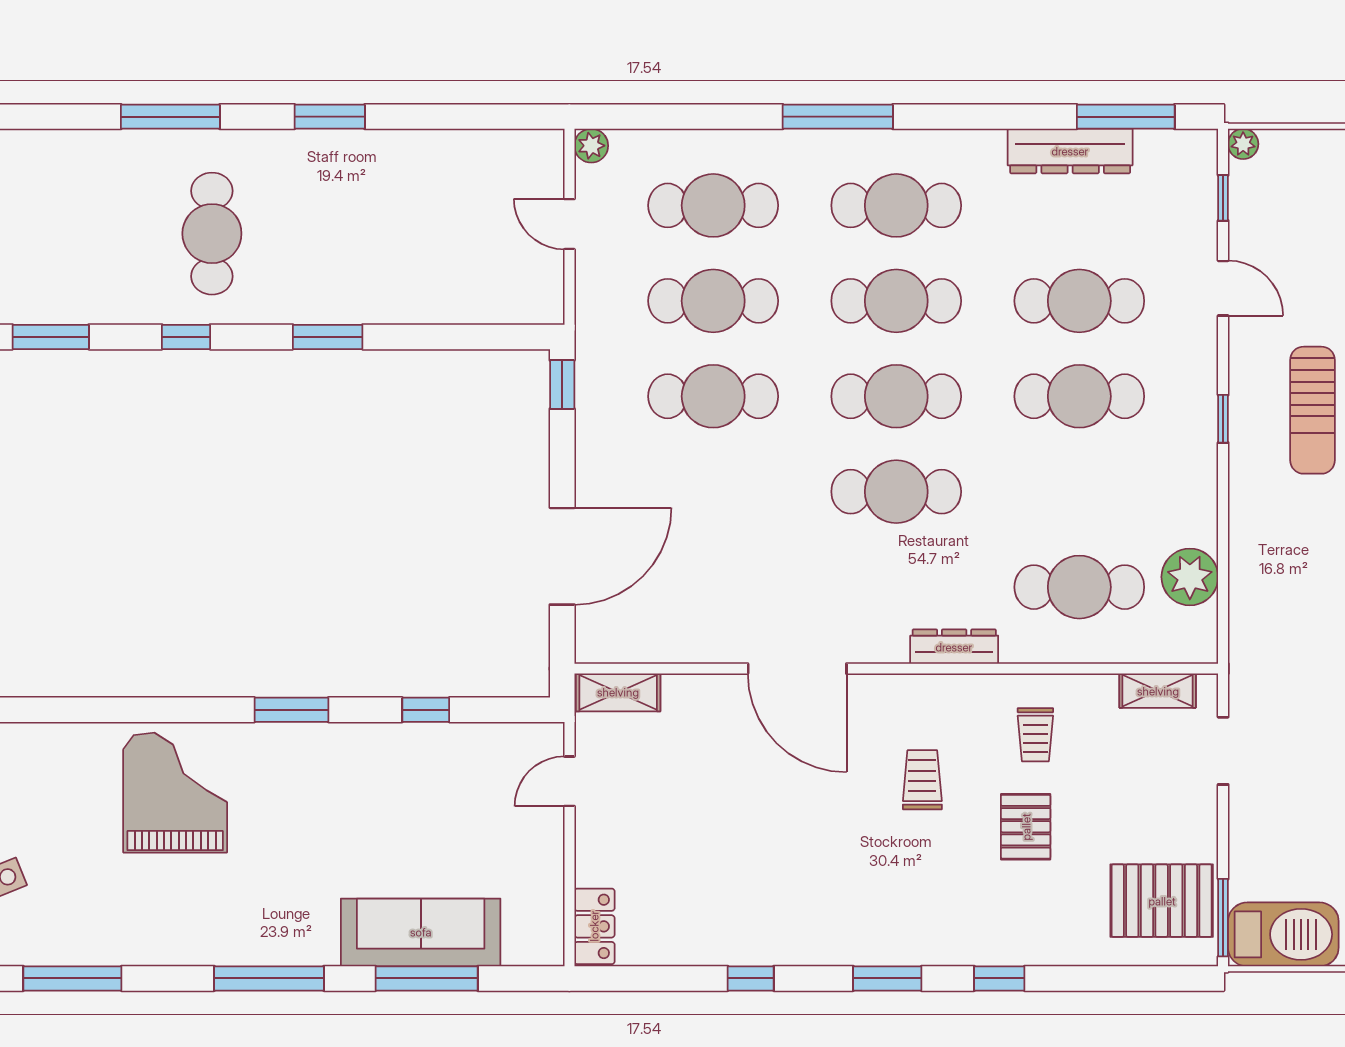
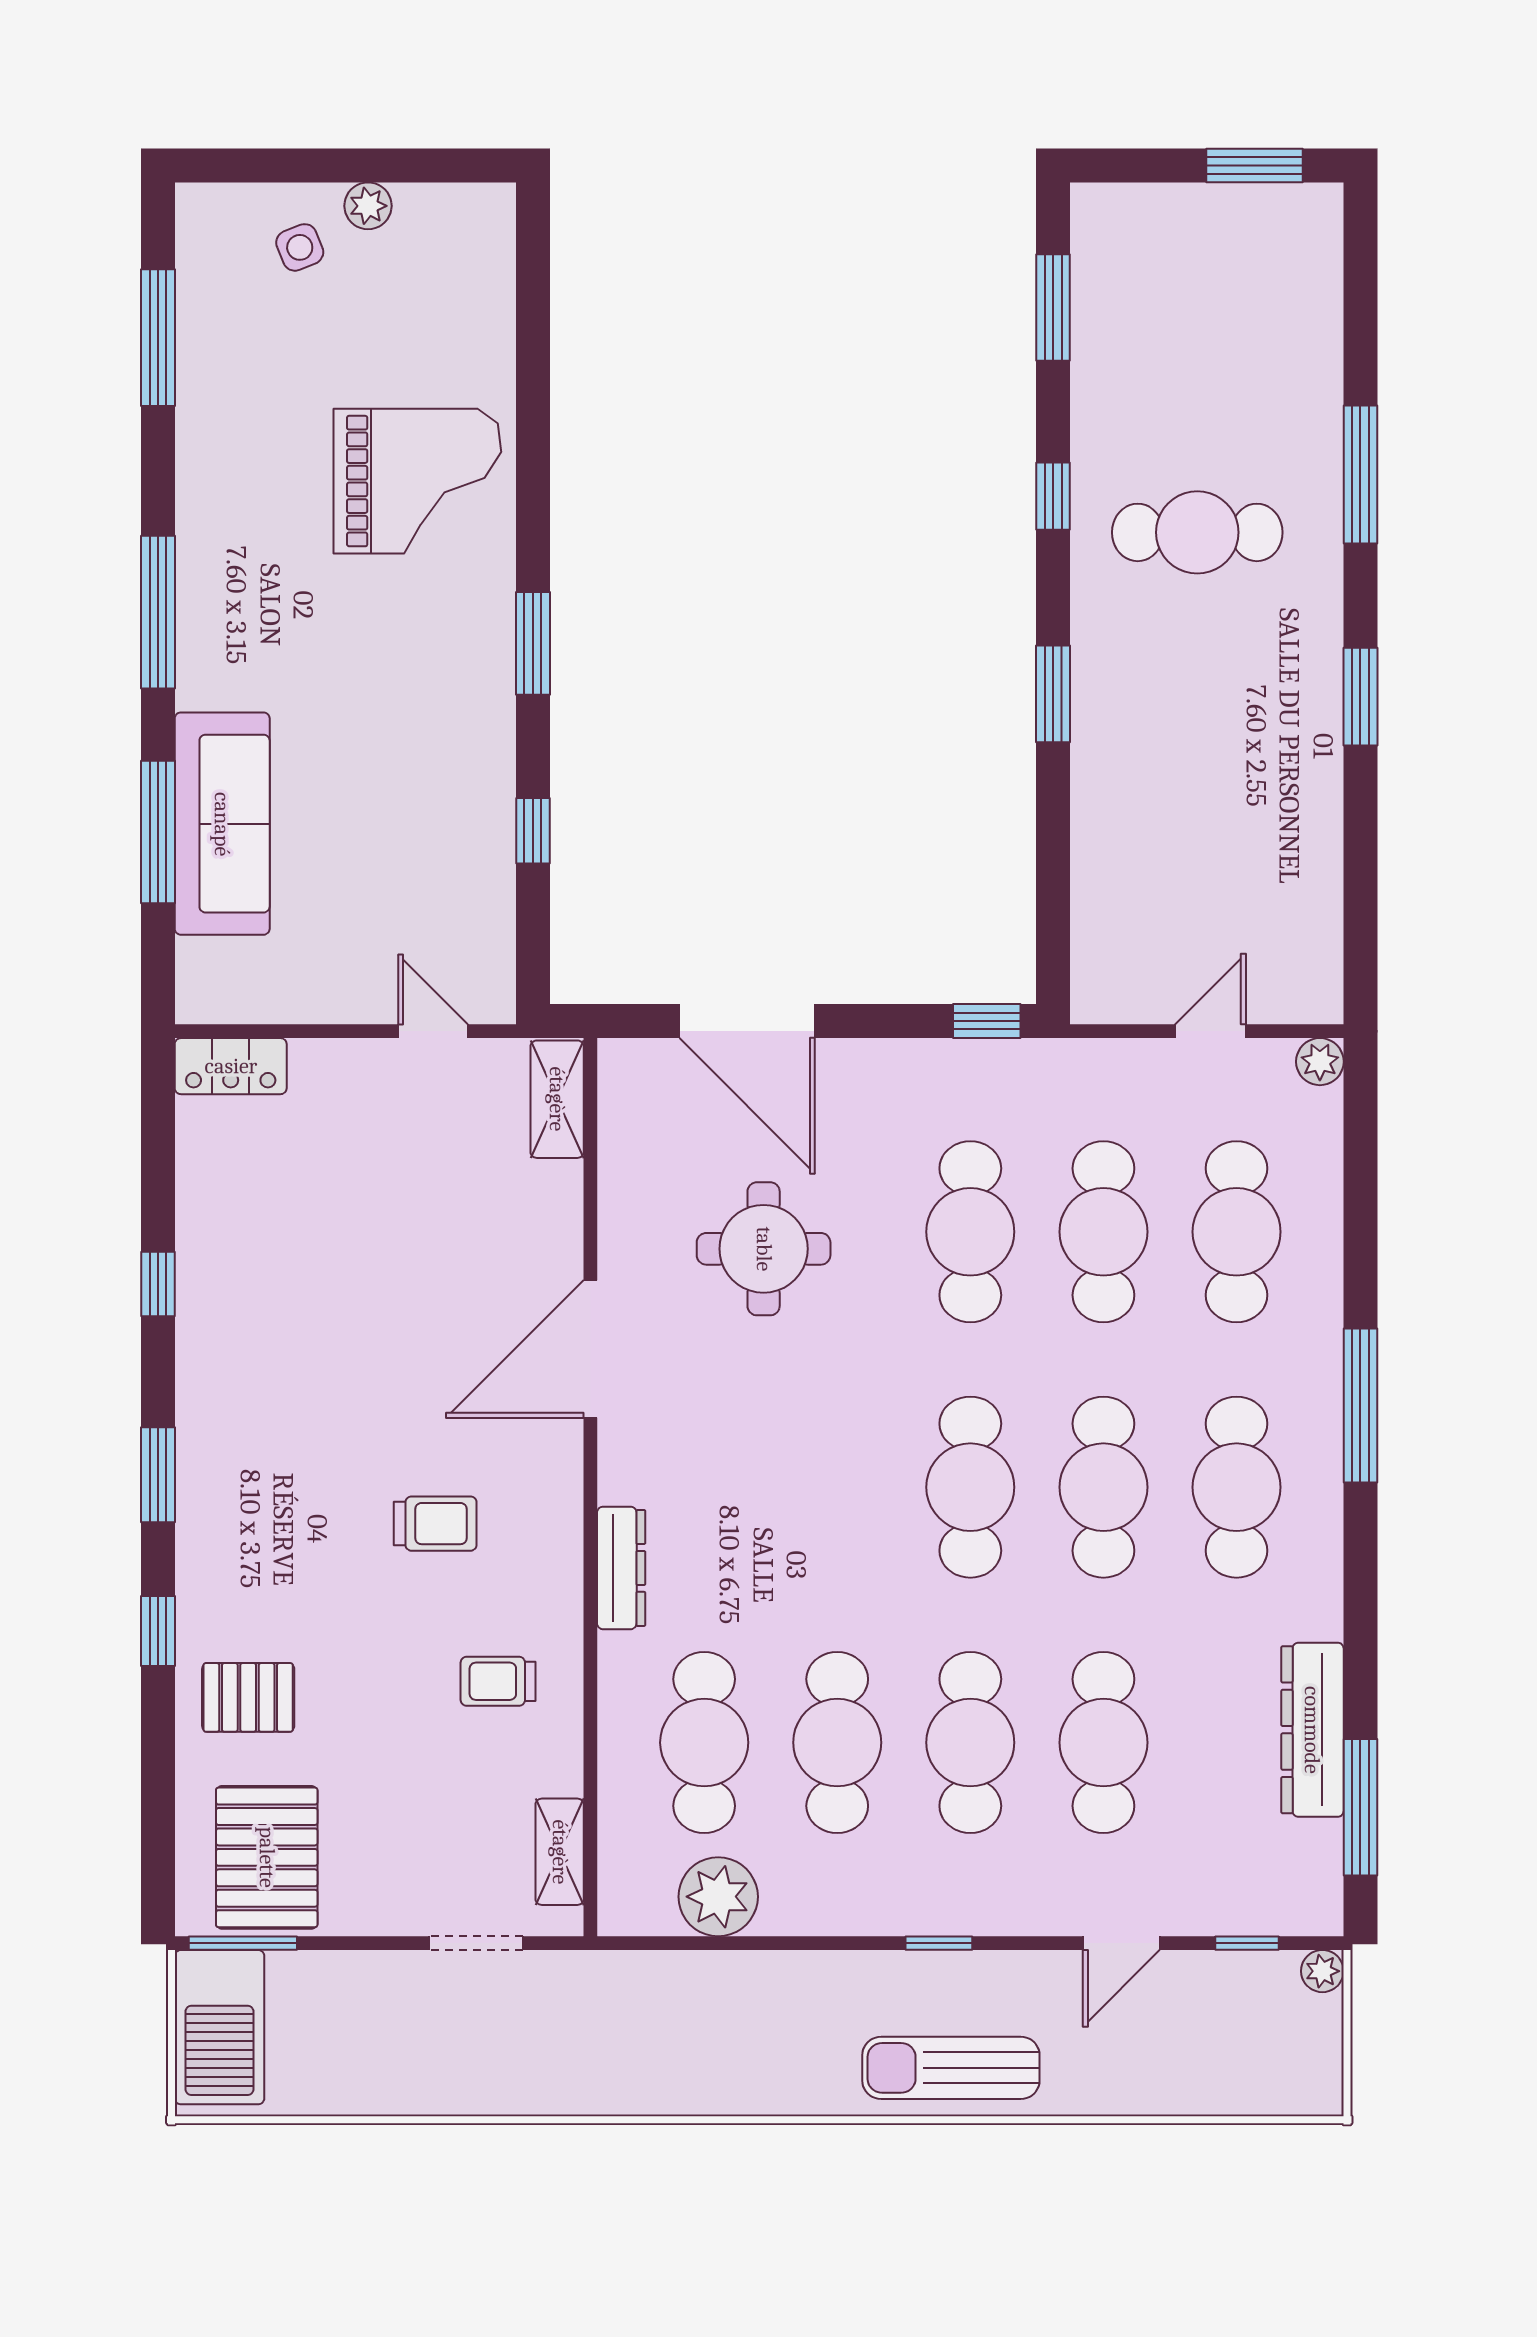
cafe table: (896, 492) -> (837, 1743), moved
round table: (725, 544) -> (764, 1249), added
pallet: (1026, 827) -> (248, 1697), moved

